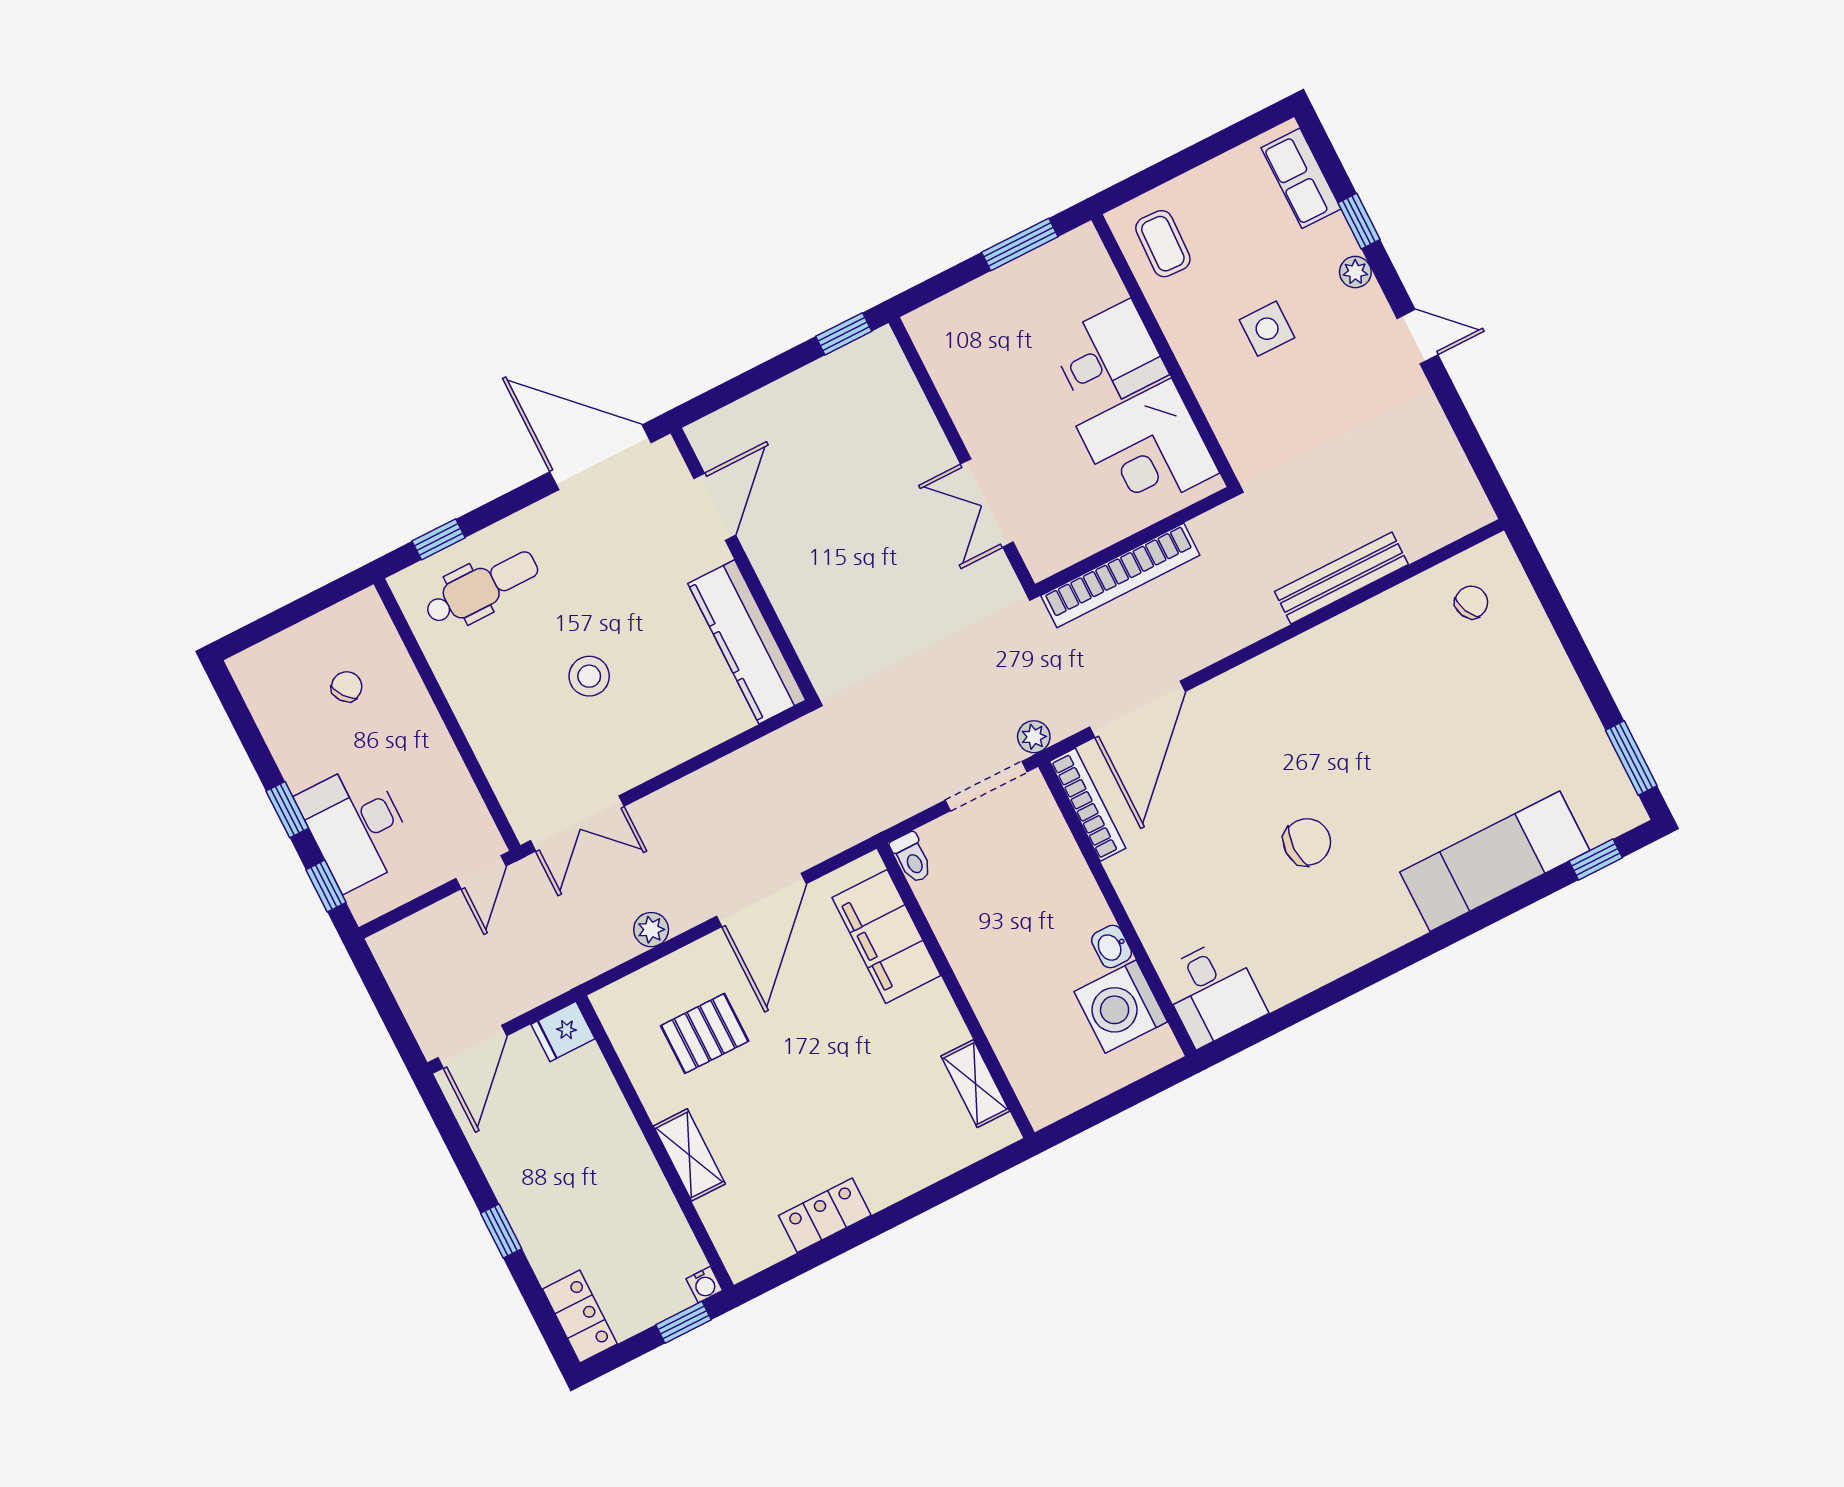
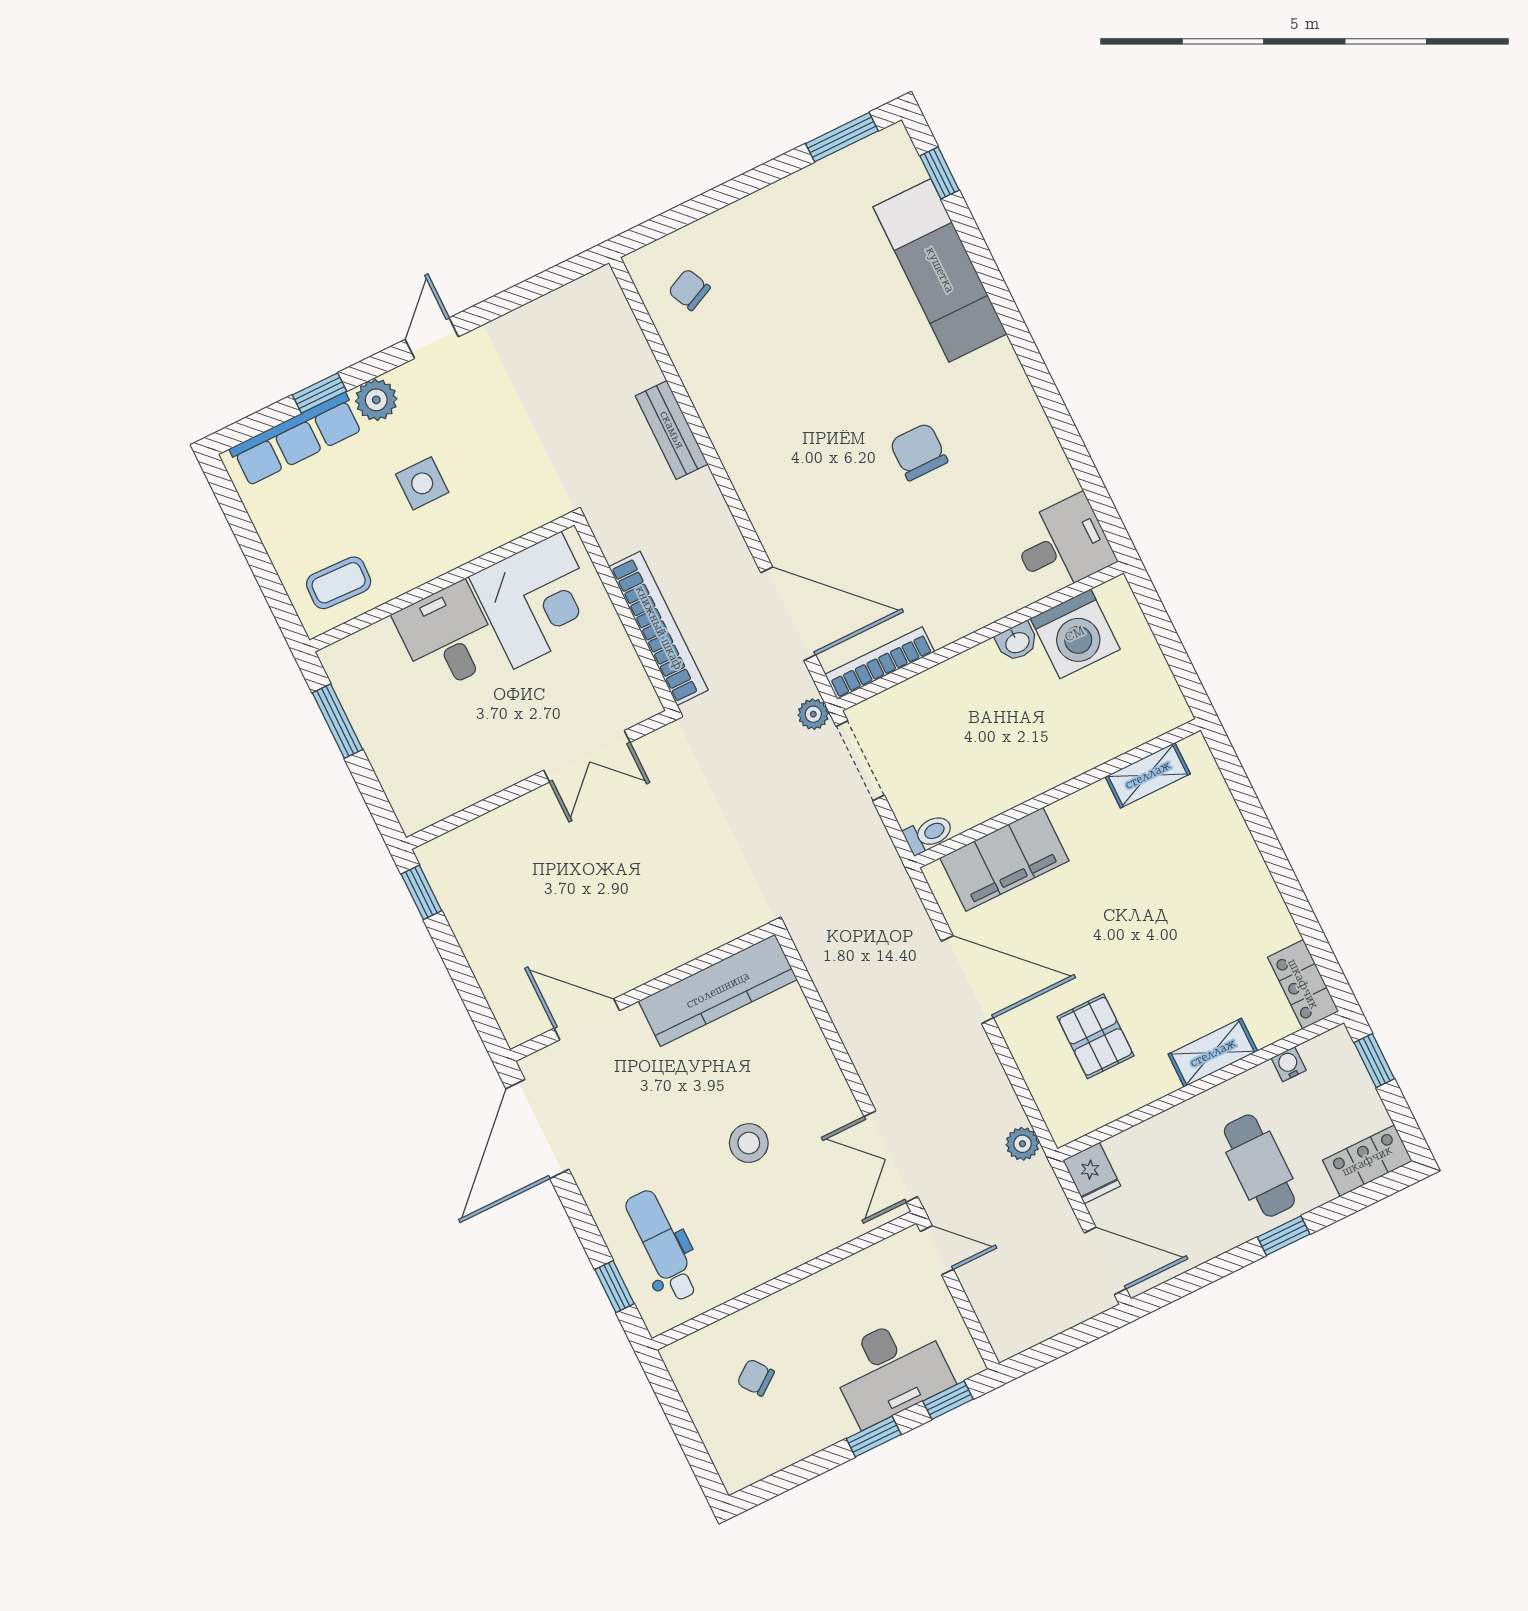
row of seats: (1301, 178) -> (296, 439), width x1.48
plant: (1355, 272) -> (376, 400), width x1.38, depth x1.38
bench: (1341, 578) -> (672, 430), width x0.73
double door: (577, 823) -> (891, 1157), swing flipped
plant: (651, 930) -> (1022, 1144), moved
cafe table: (573, 1205) -> (1259, 1166), added
locker: (825, 1215) -> (1303, 984), moved
water cooler: (704, 1285) -> (1289, 1064), moved, turned -90

